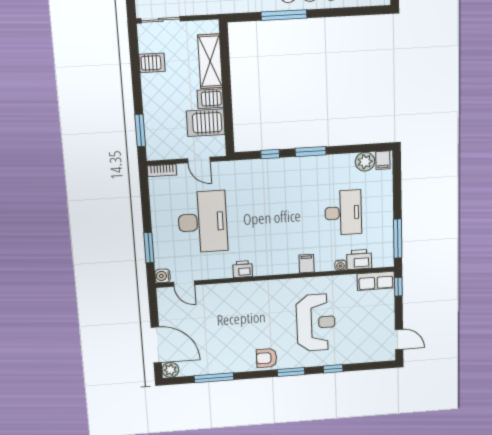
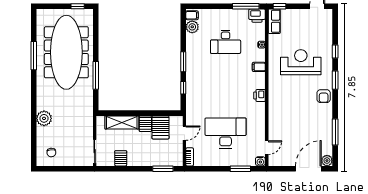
desk: (343, 213) -> (226, 42), turned 180
printer: (359, 259) -> (257, 16), moved, turned -90
printer: (243, 269) -> (259, 95), moved

